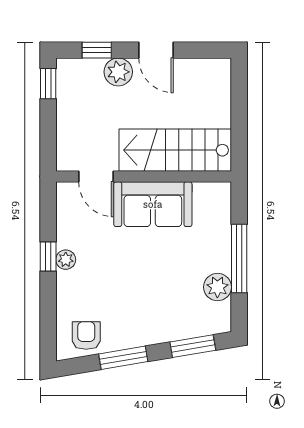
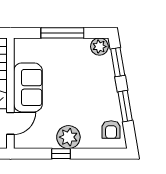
plant: (66, 260) -> (68, 137), width x1.88, depth x1.88
plant: (217, 287) -> (99, 47), moved
armchair: (86, 336) -> (111, 130), turned -90

